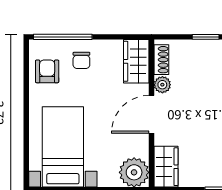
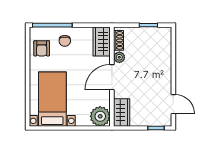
armchair: (47, 71) -> (42, 48), turned 180

